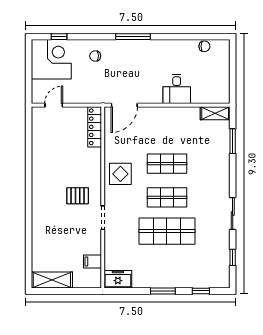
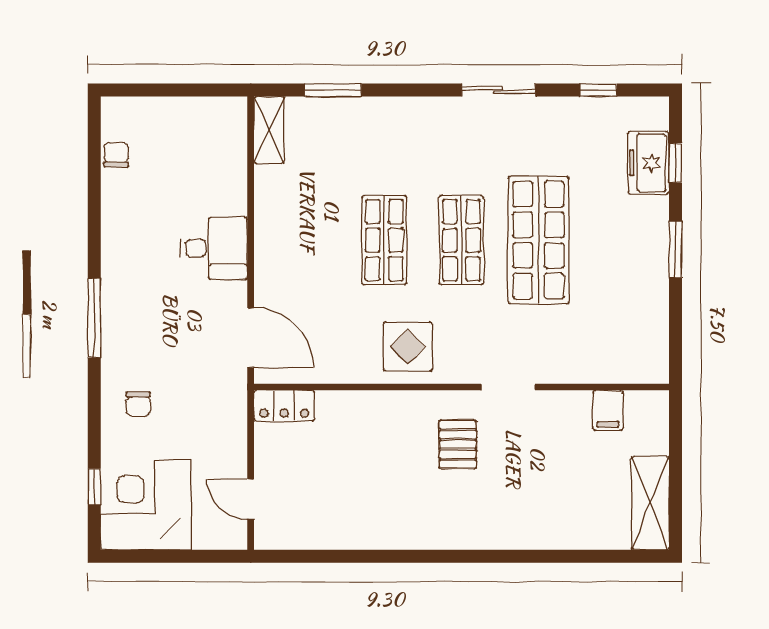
desk: (177, 89) -> (214, 248), moved
locker: (95, 127) -> (284, 406), width x0.66
freezer: (118, 279) -> (649, 163), moved

